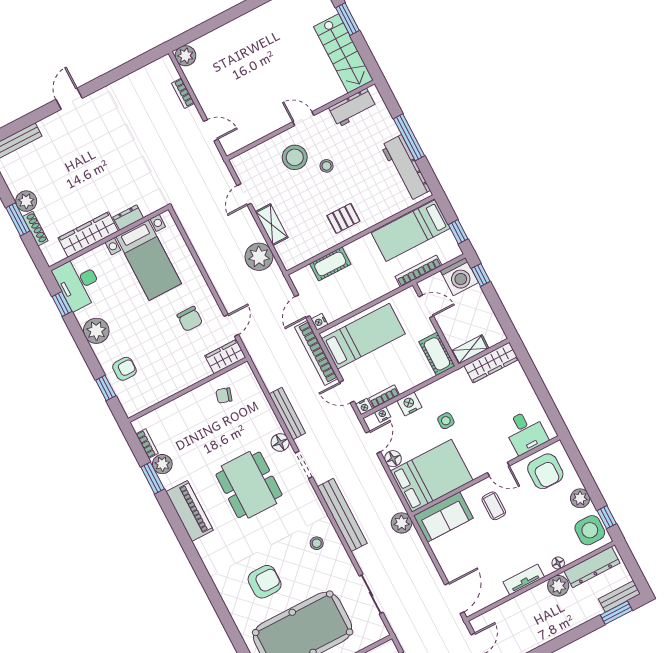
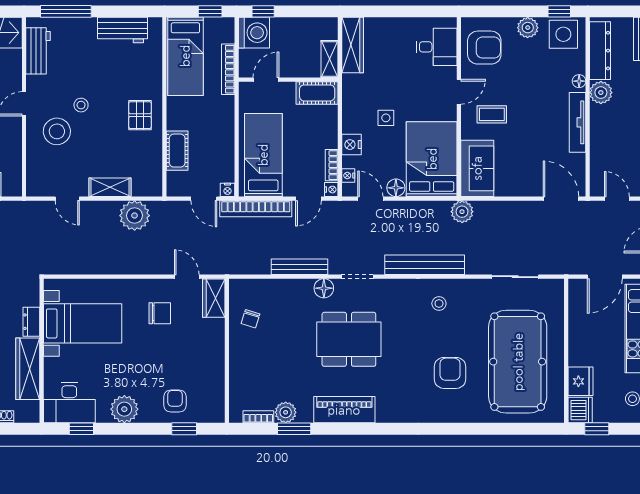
window: (409, 137) -> (66, 11), moved
workbench: (406, 168) -> (123, 30), width x0.73
tv unit: (524, 579) -> (578, 122), width x1.41

